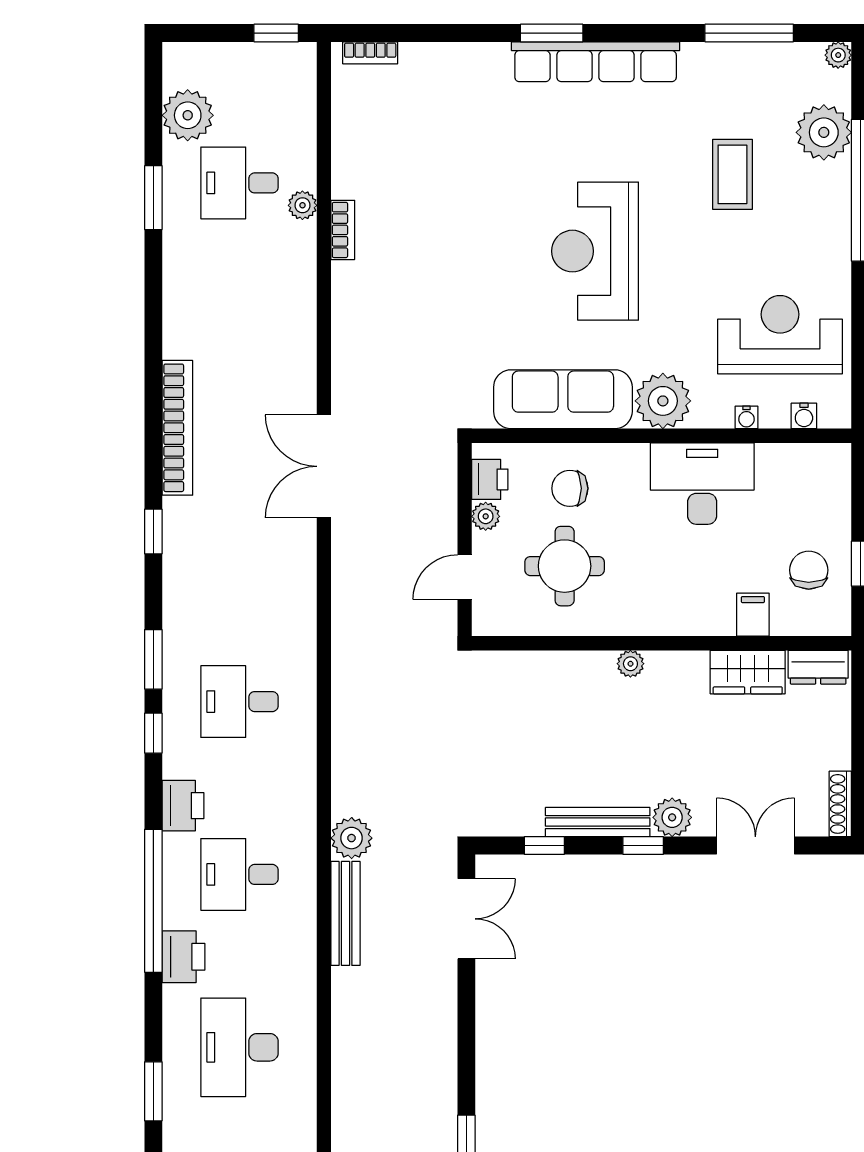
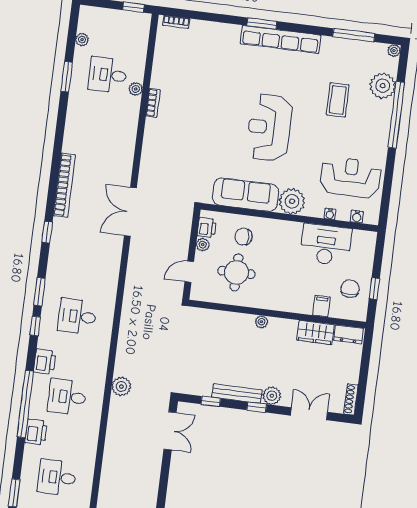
plant: (188, 115) -> (82, 40), width x0.53, depth x0.53
desk: (702, 484) -> (326, 245), moved
bench: (345, 913) -> (114, 421), removed
desk: (239, 1047) -> (57, 477), width x0.73

